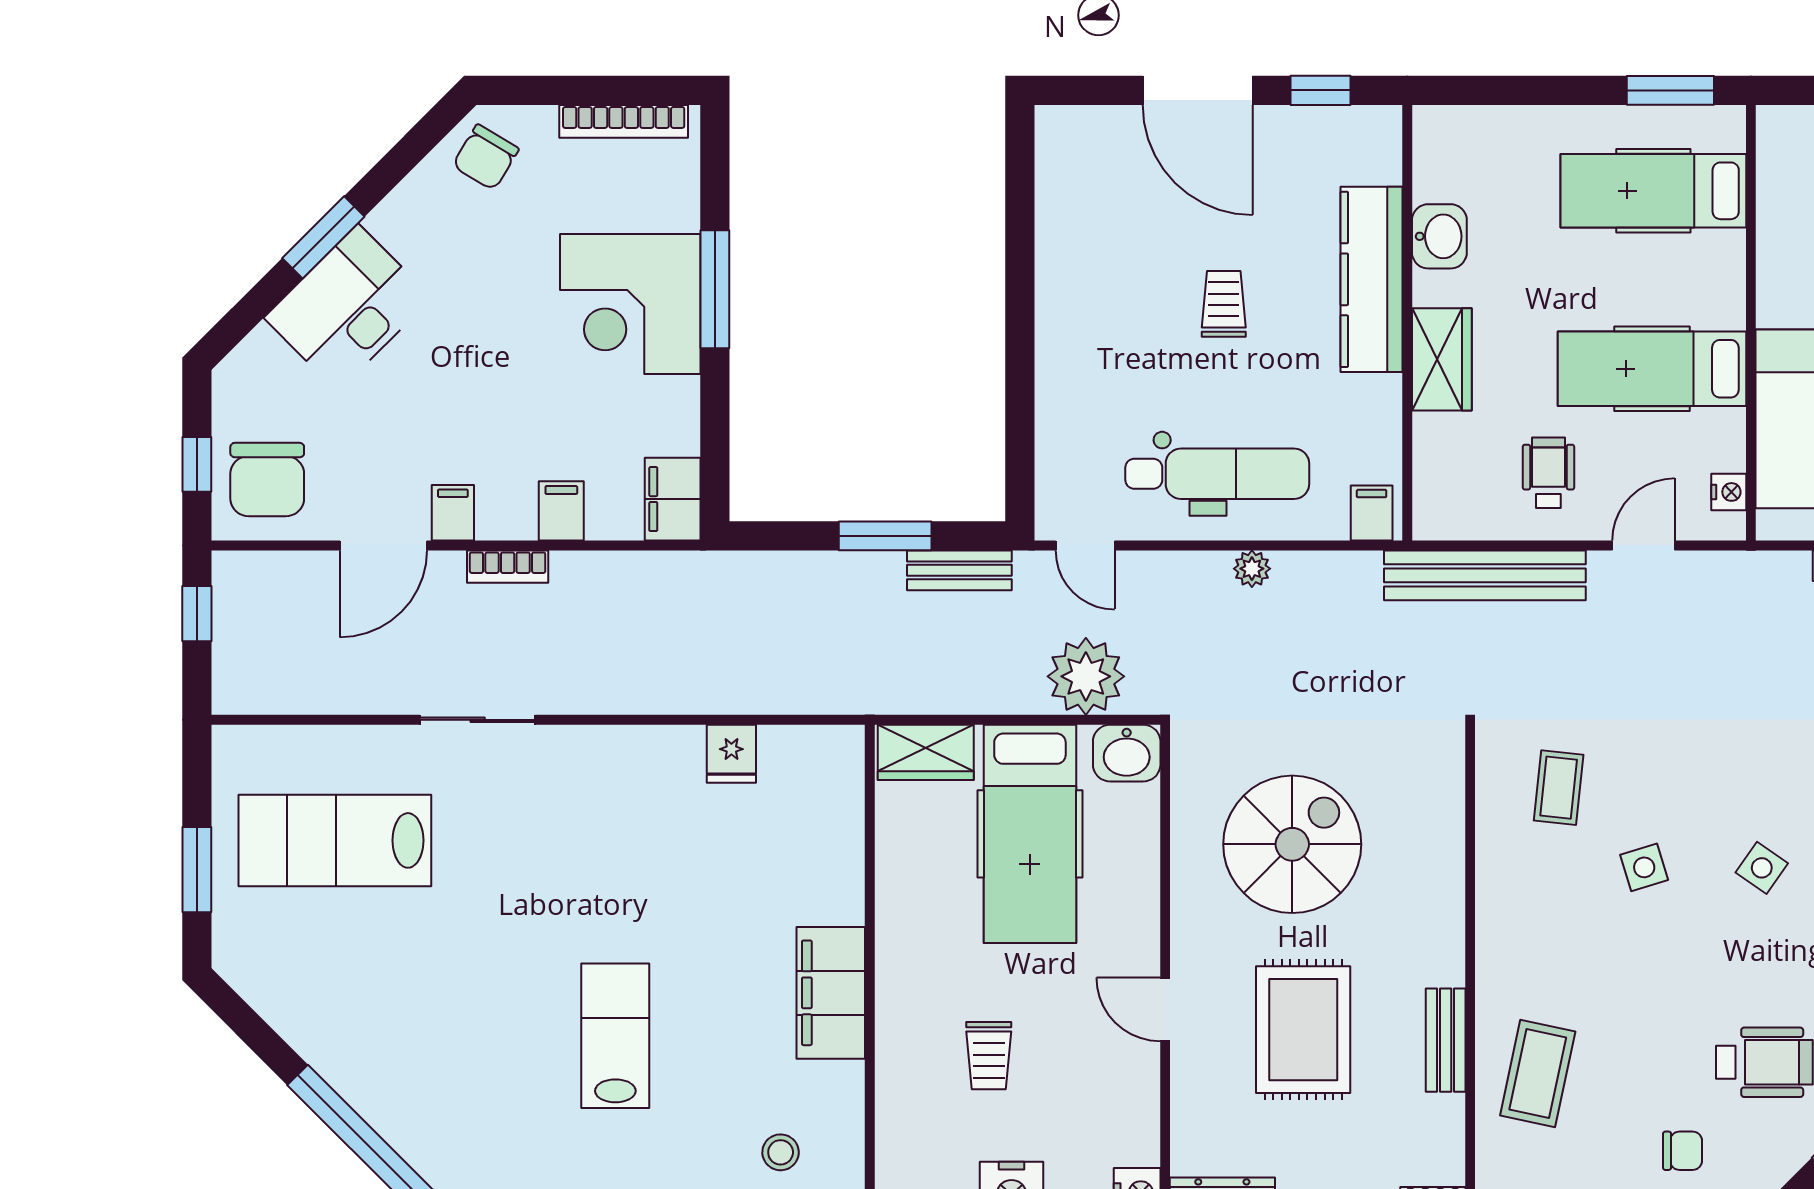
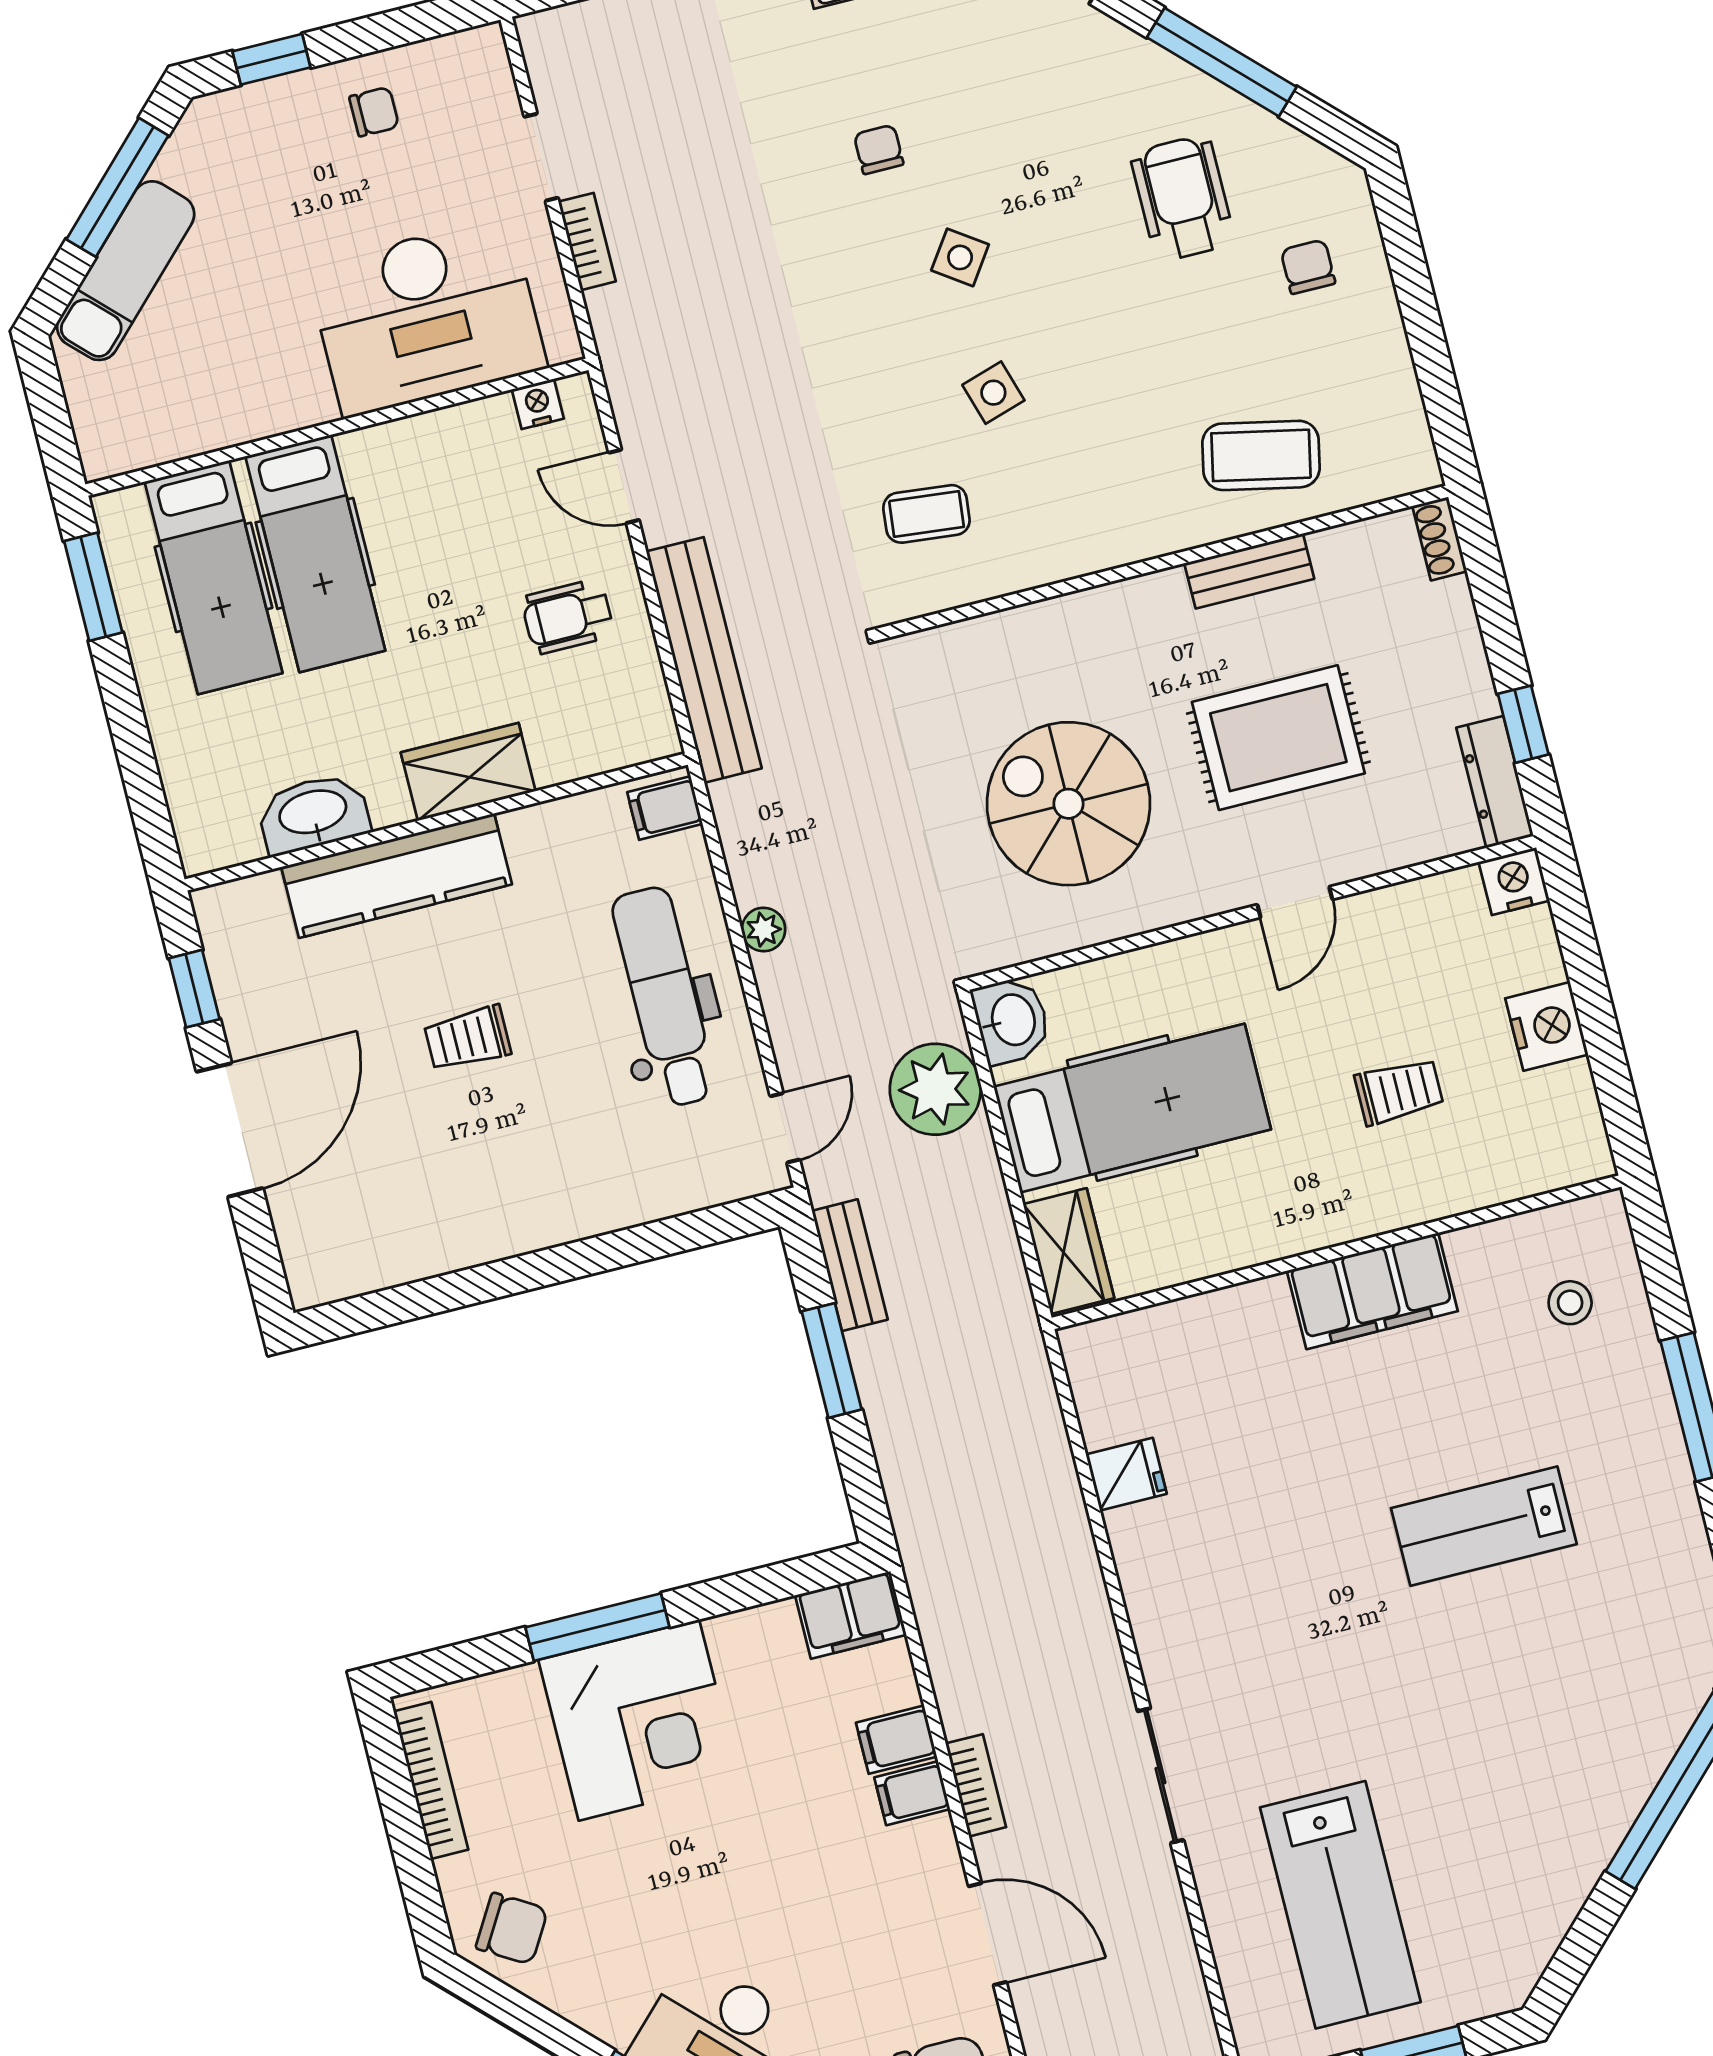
washbasin: (1439, 236) -> (313, 814), width x1.38
hospital bed: (1652, 369) -> (315, 553), moved
filing cabinet: (453, 513) -> (912, 1793), moved

